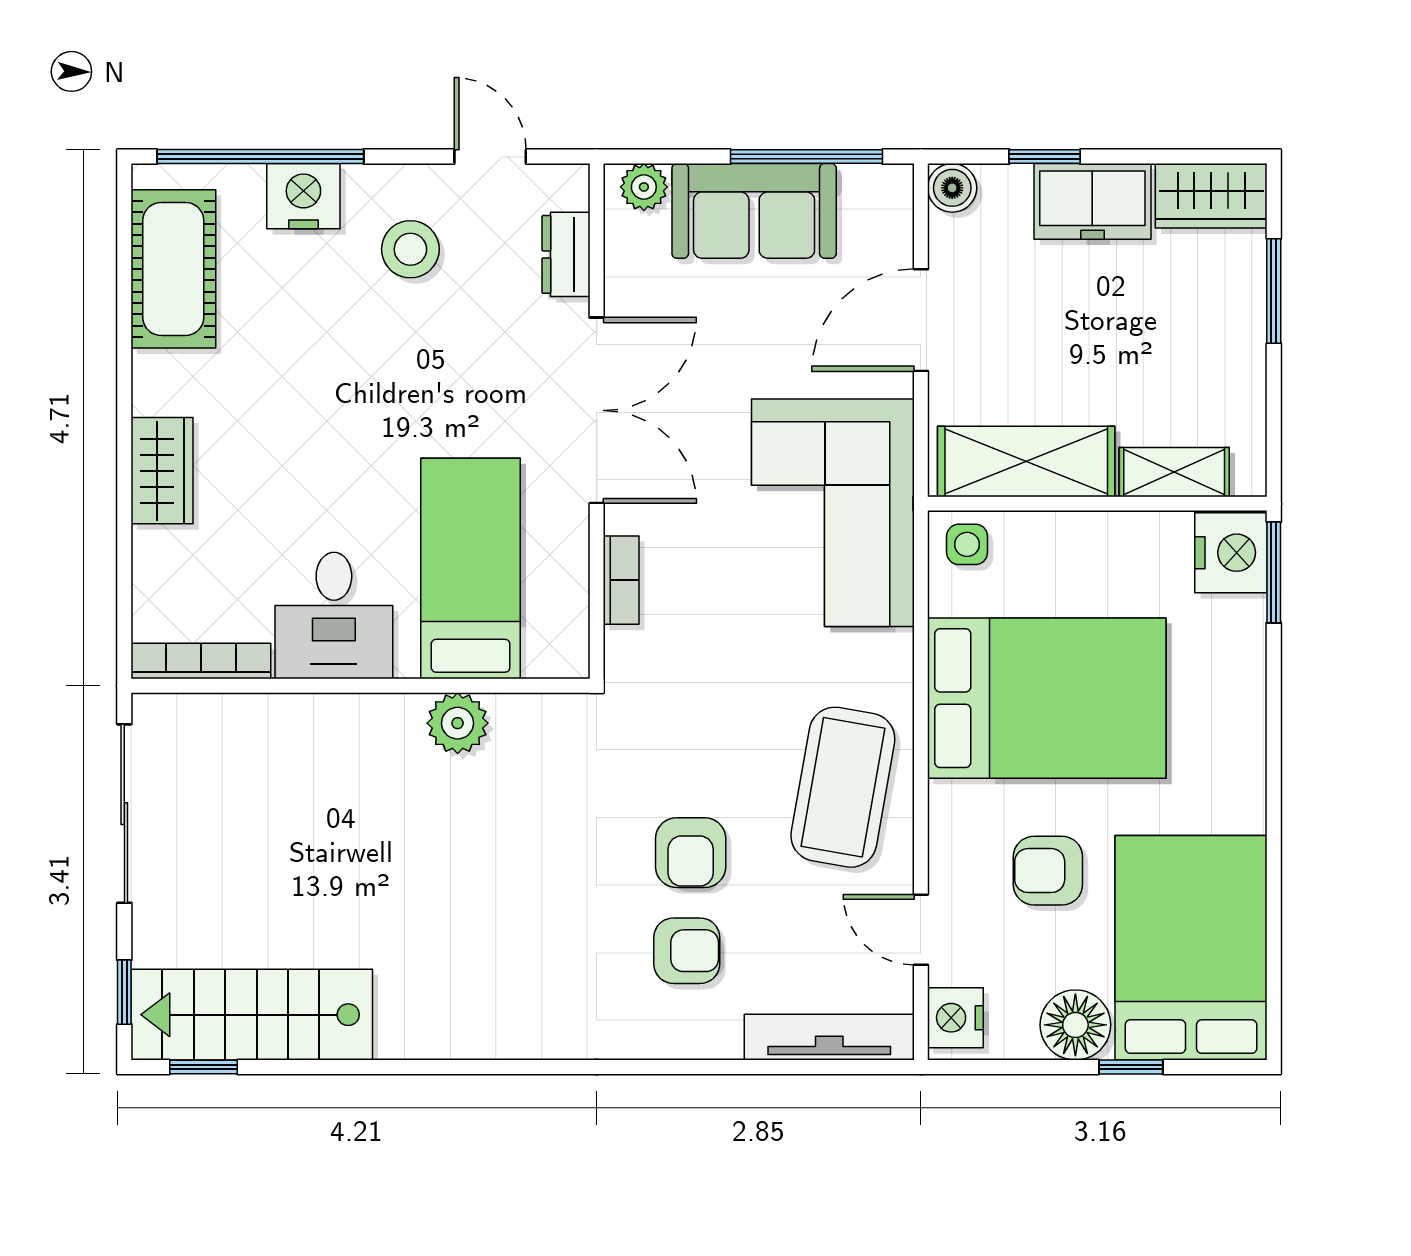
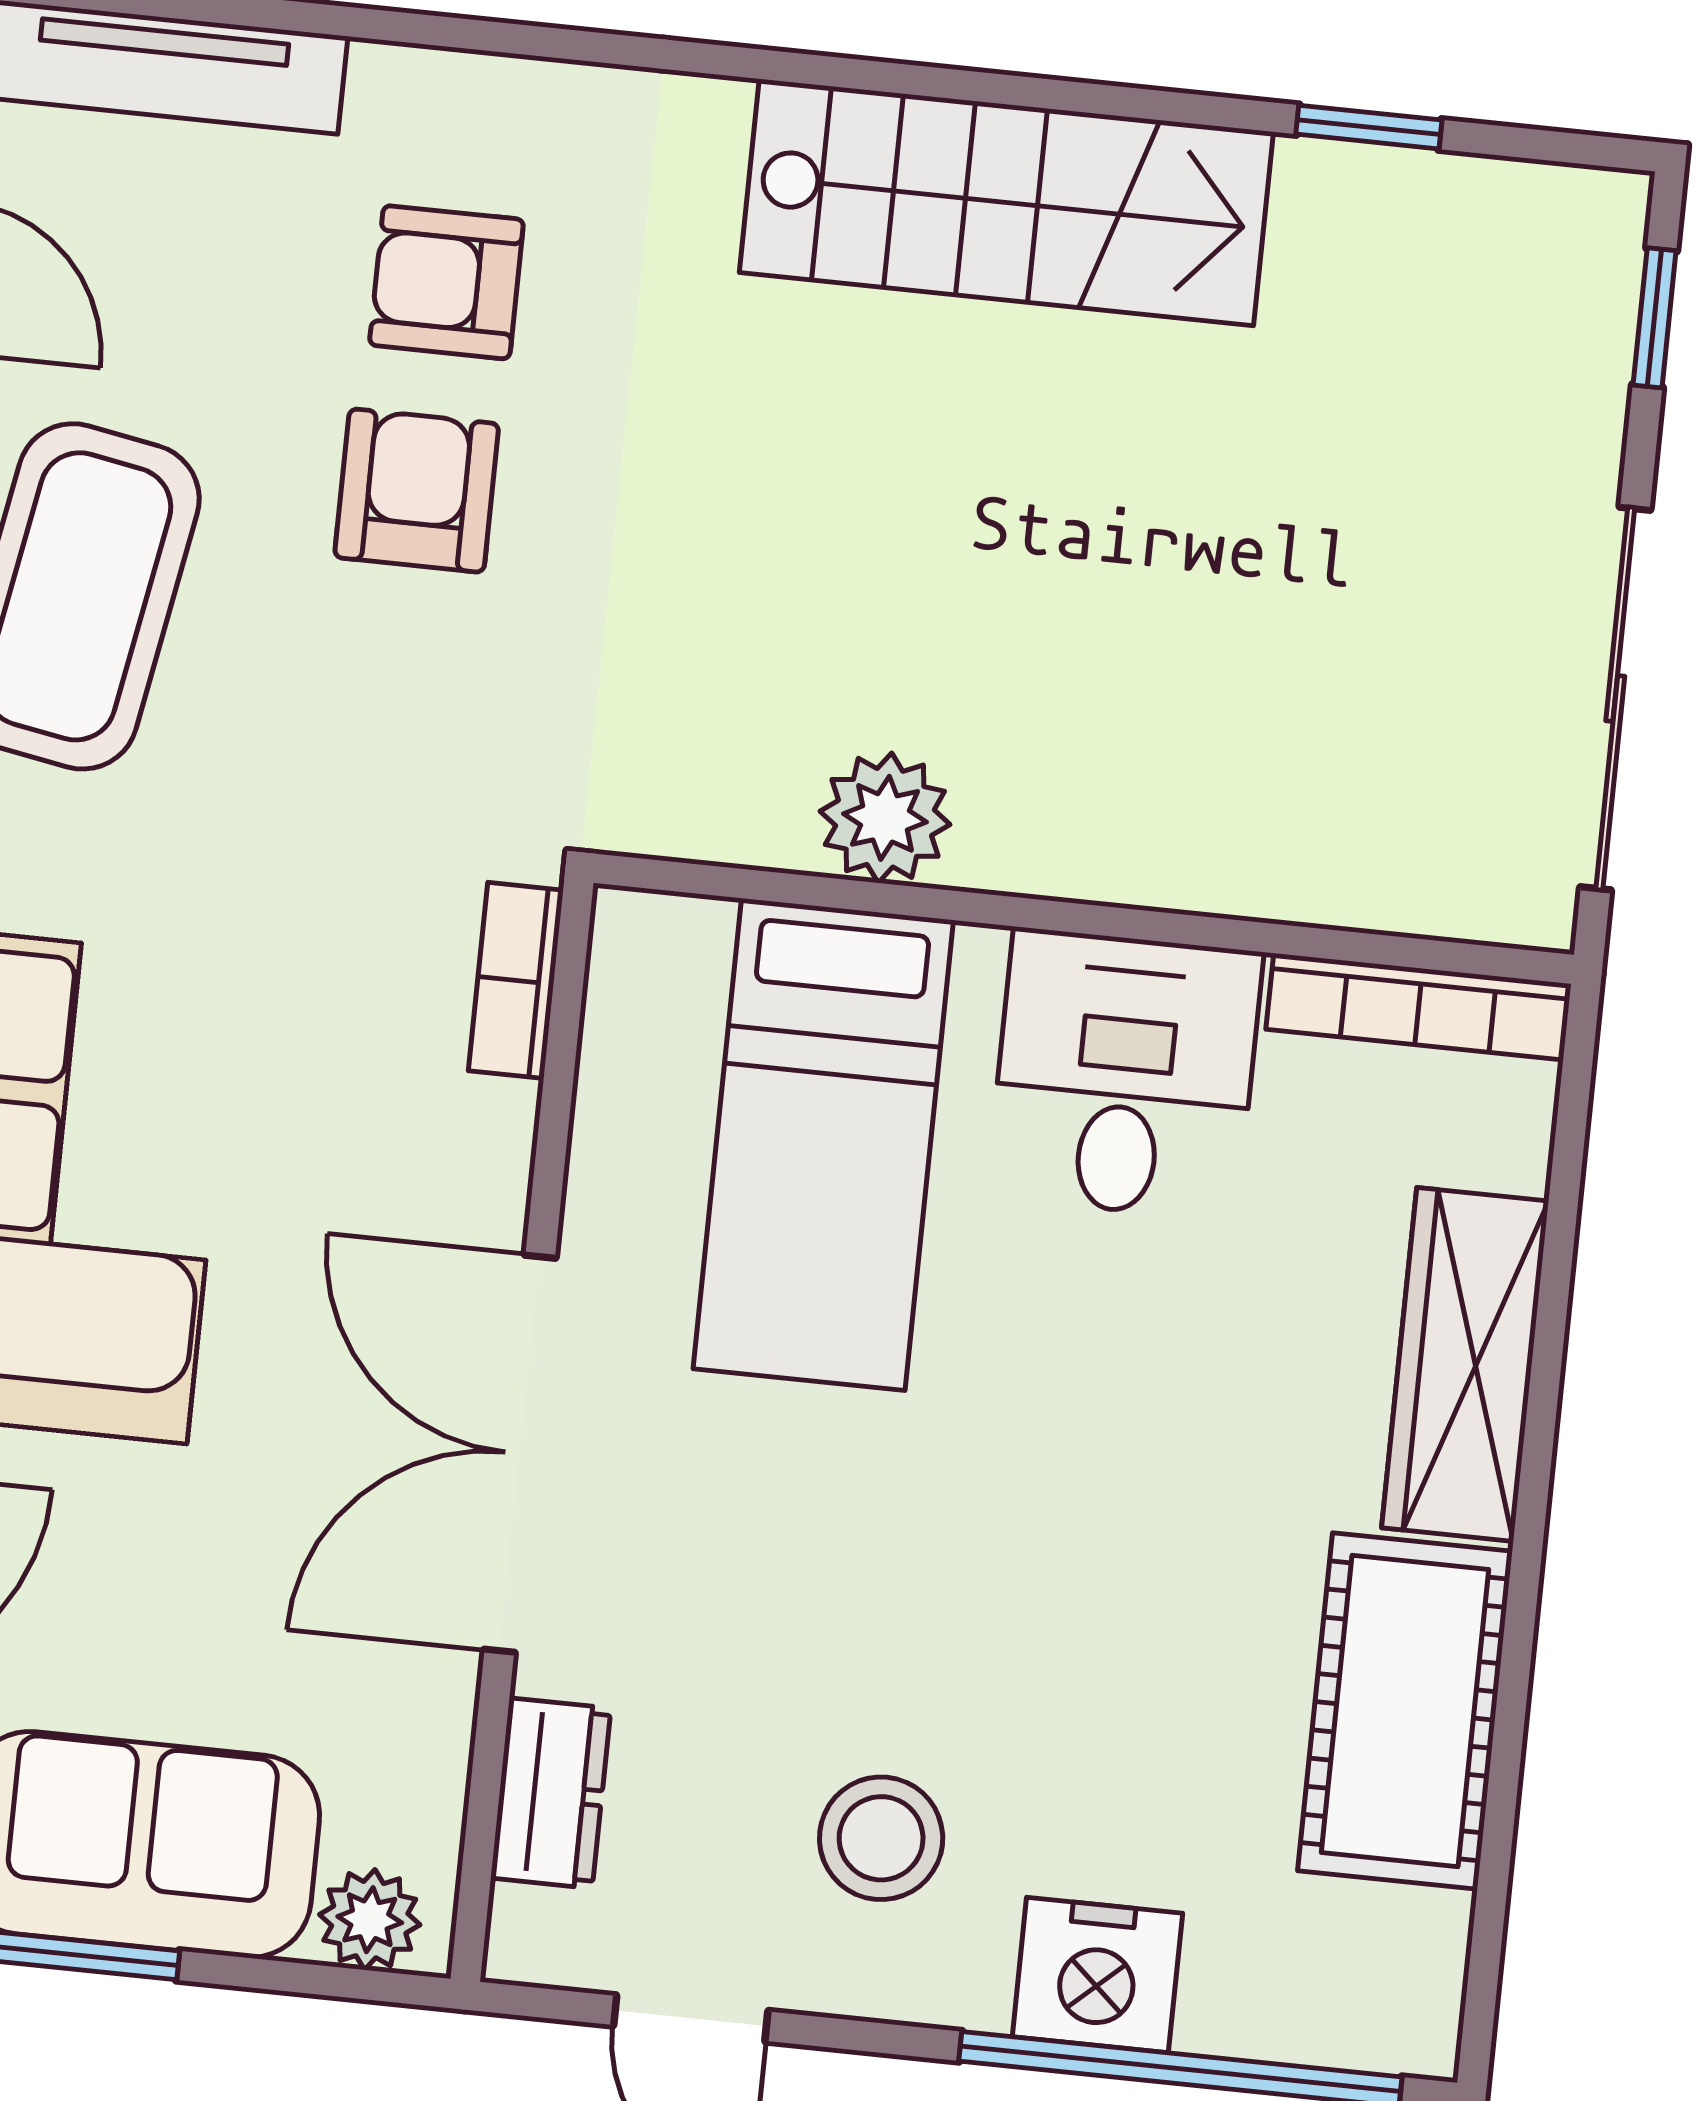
cot: (173, 269) -> (1405, 1711), moved
wardrobe: (162, 471) -> (1465, 1364), width x1.50
bookcase: (621, 580) -> (516, 980), moved
stairs: (252, 1015) -> (1006, 202), moved
window: (204, 1067) -> (1369, 127), moved

